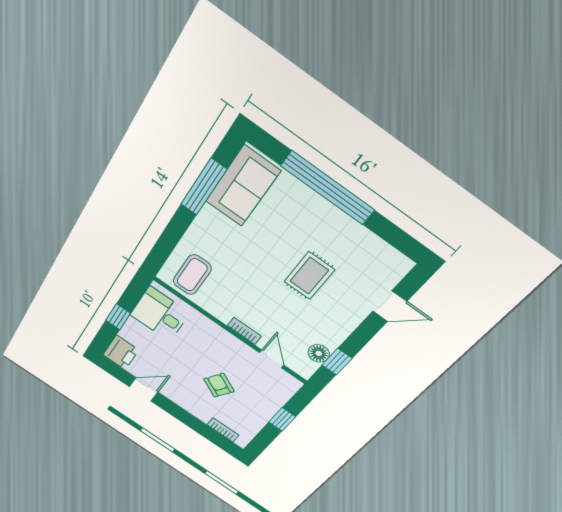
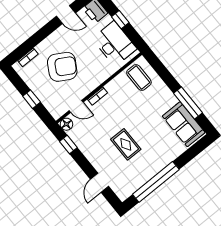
window: (328, 188) -> (156, 182), moved
desk: (160, 314) -> (114, 44), width x1.37
floor lamp: (319, 353) -> (66, 124), moved
armchair: (219, 385) -> (62, 67), width x1.88, depth x1.88
door: (144, 389) -> (66, 15), hinge flipped

